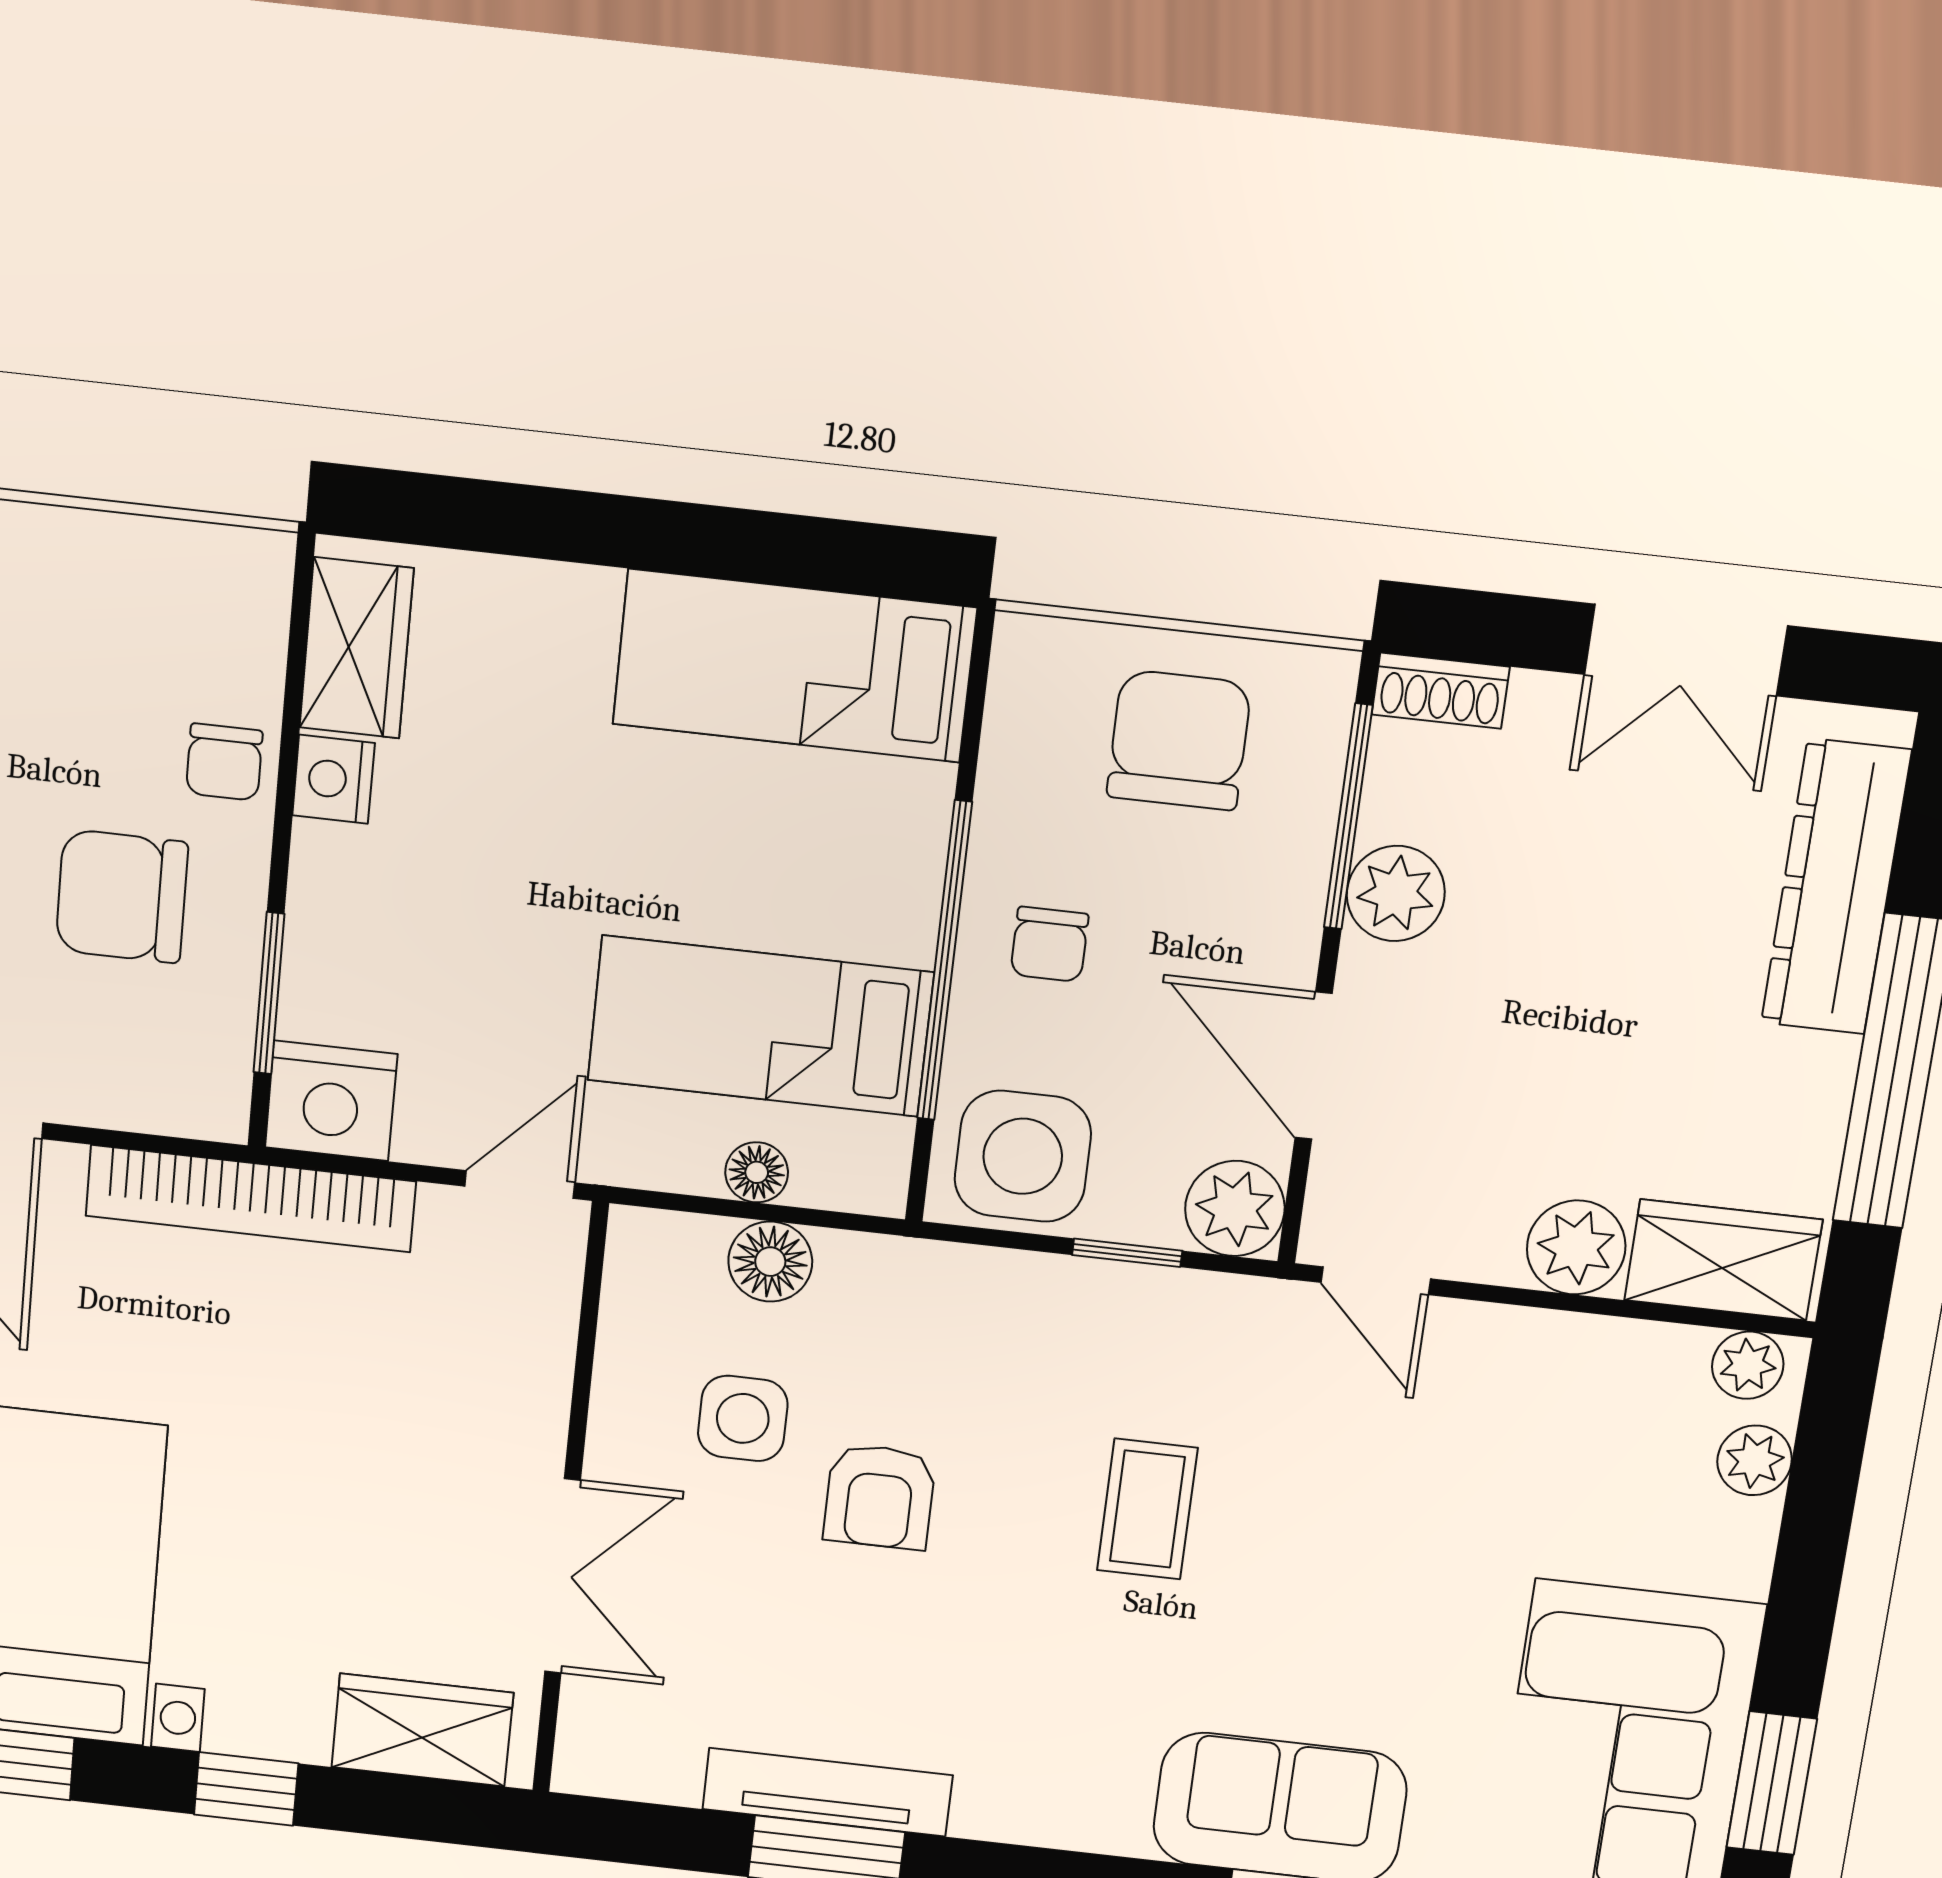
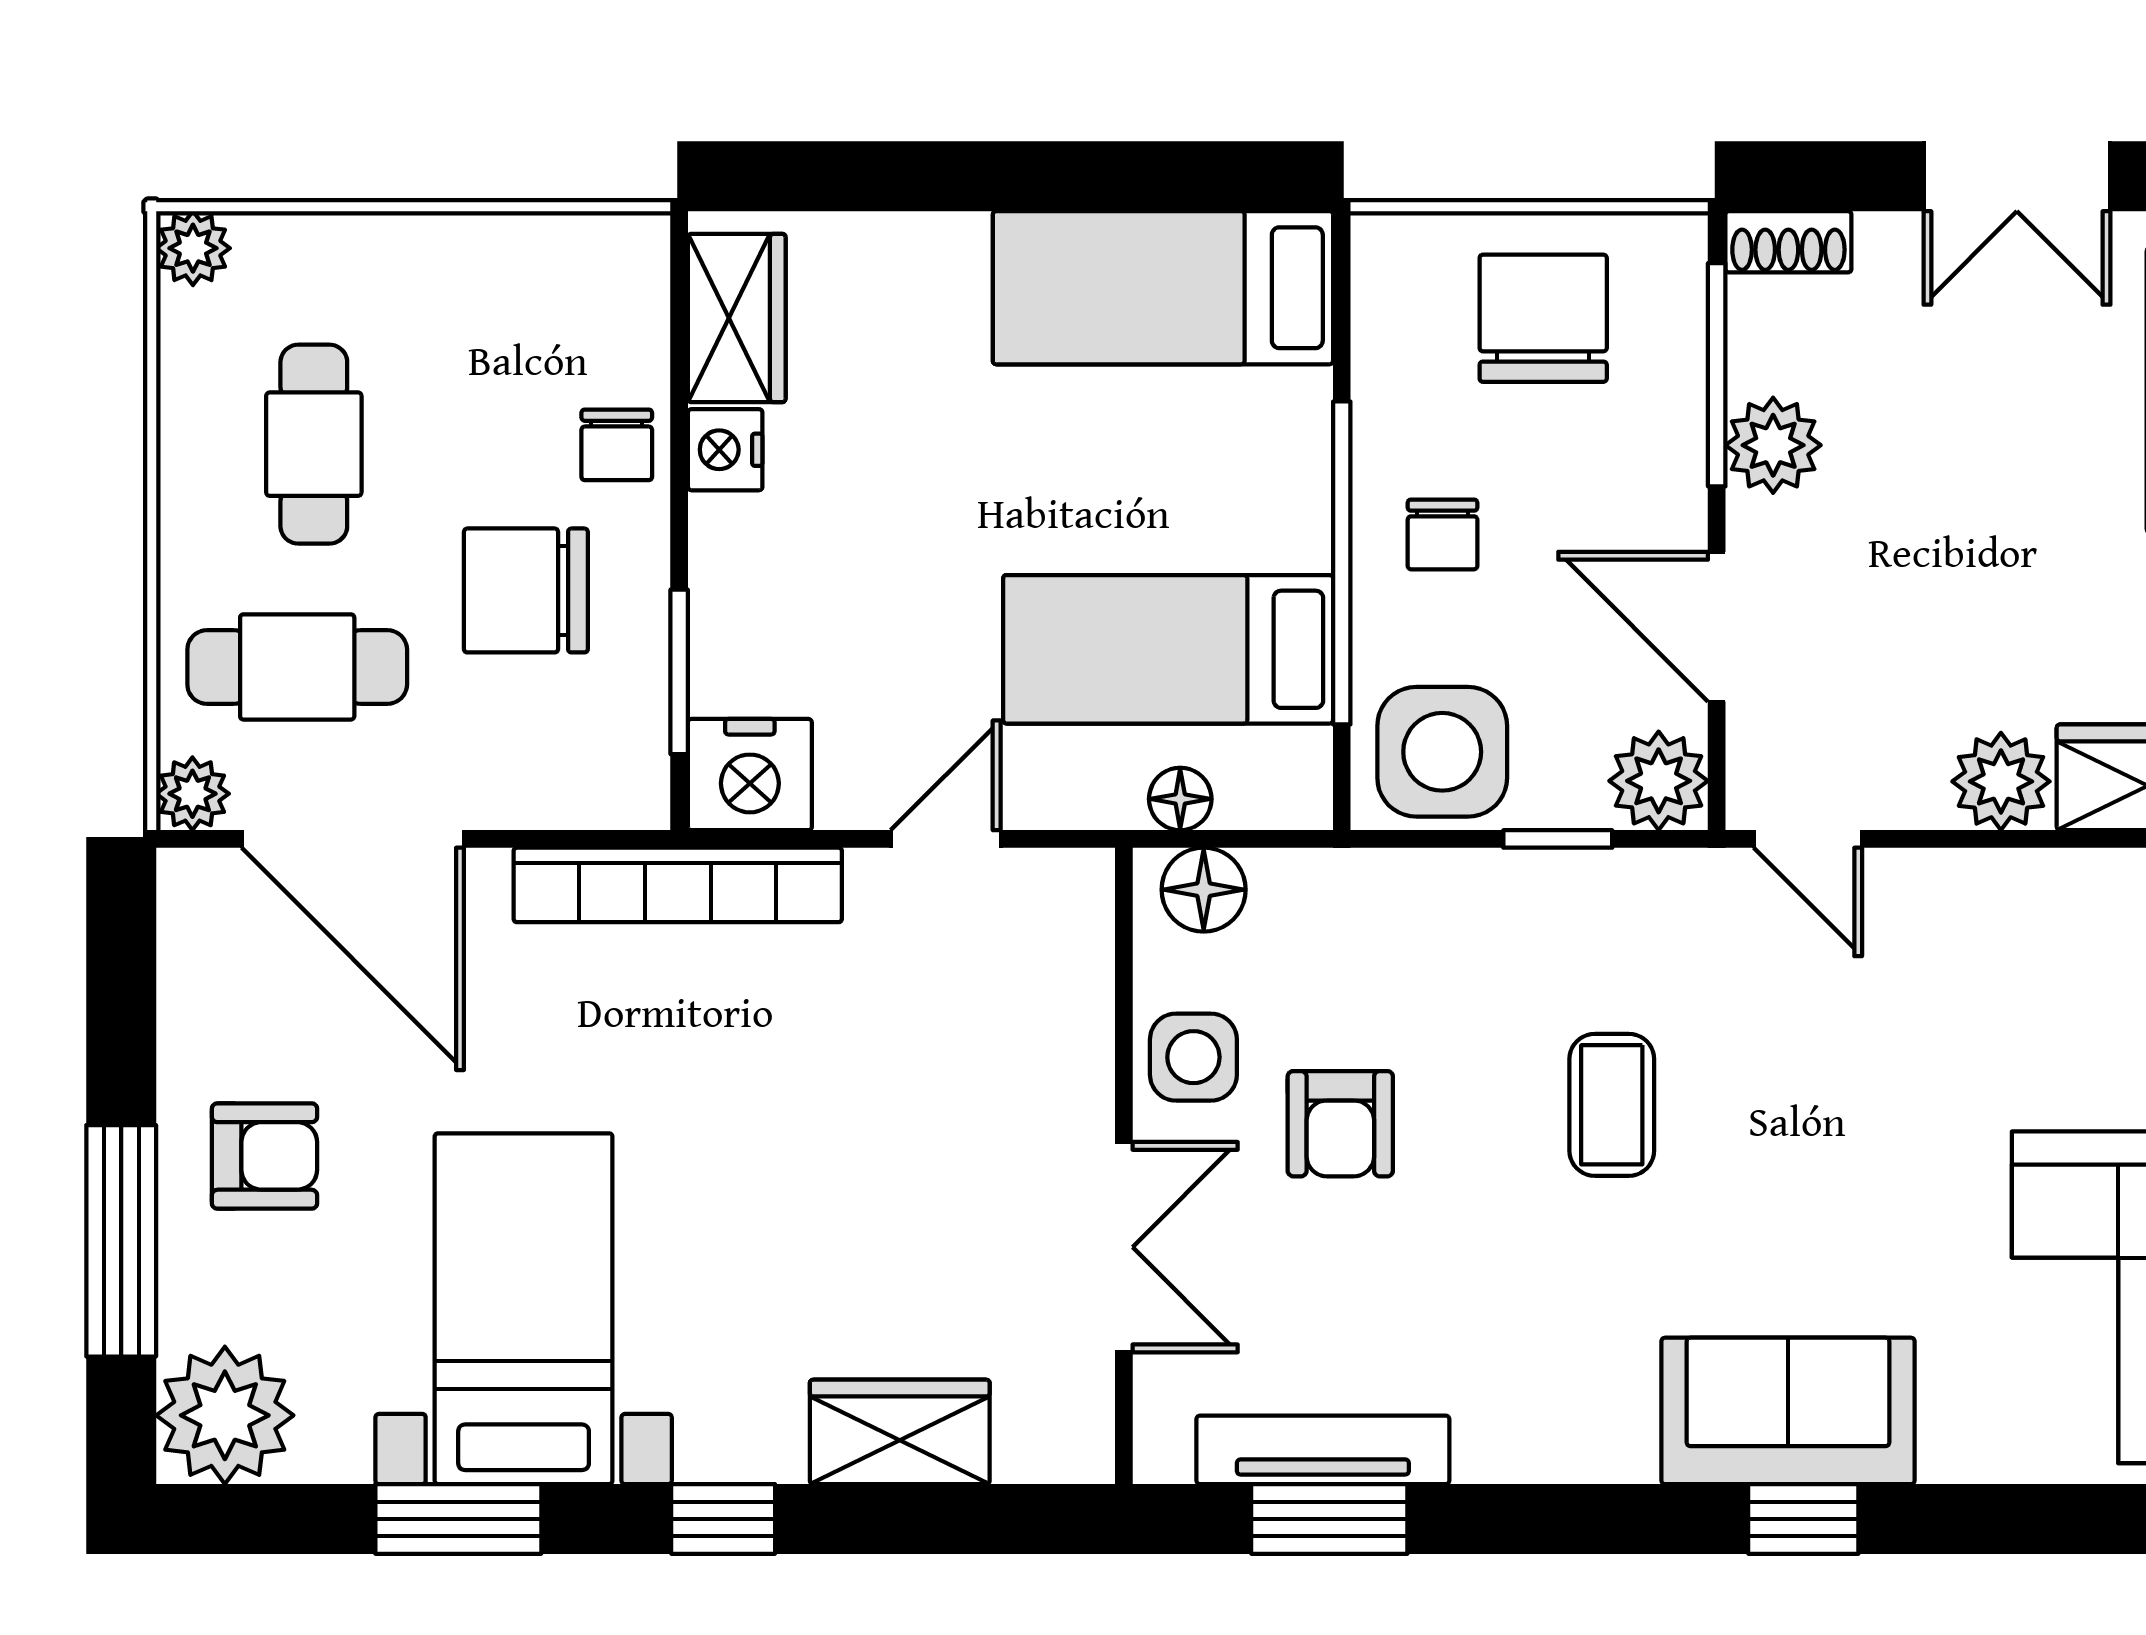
wall: (570, 1501) -> (1124, 1166), moved
double door: (563, 1576) -> (1124, 1247), moved

